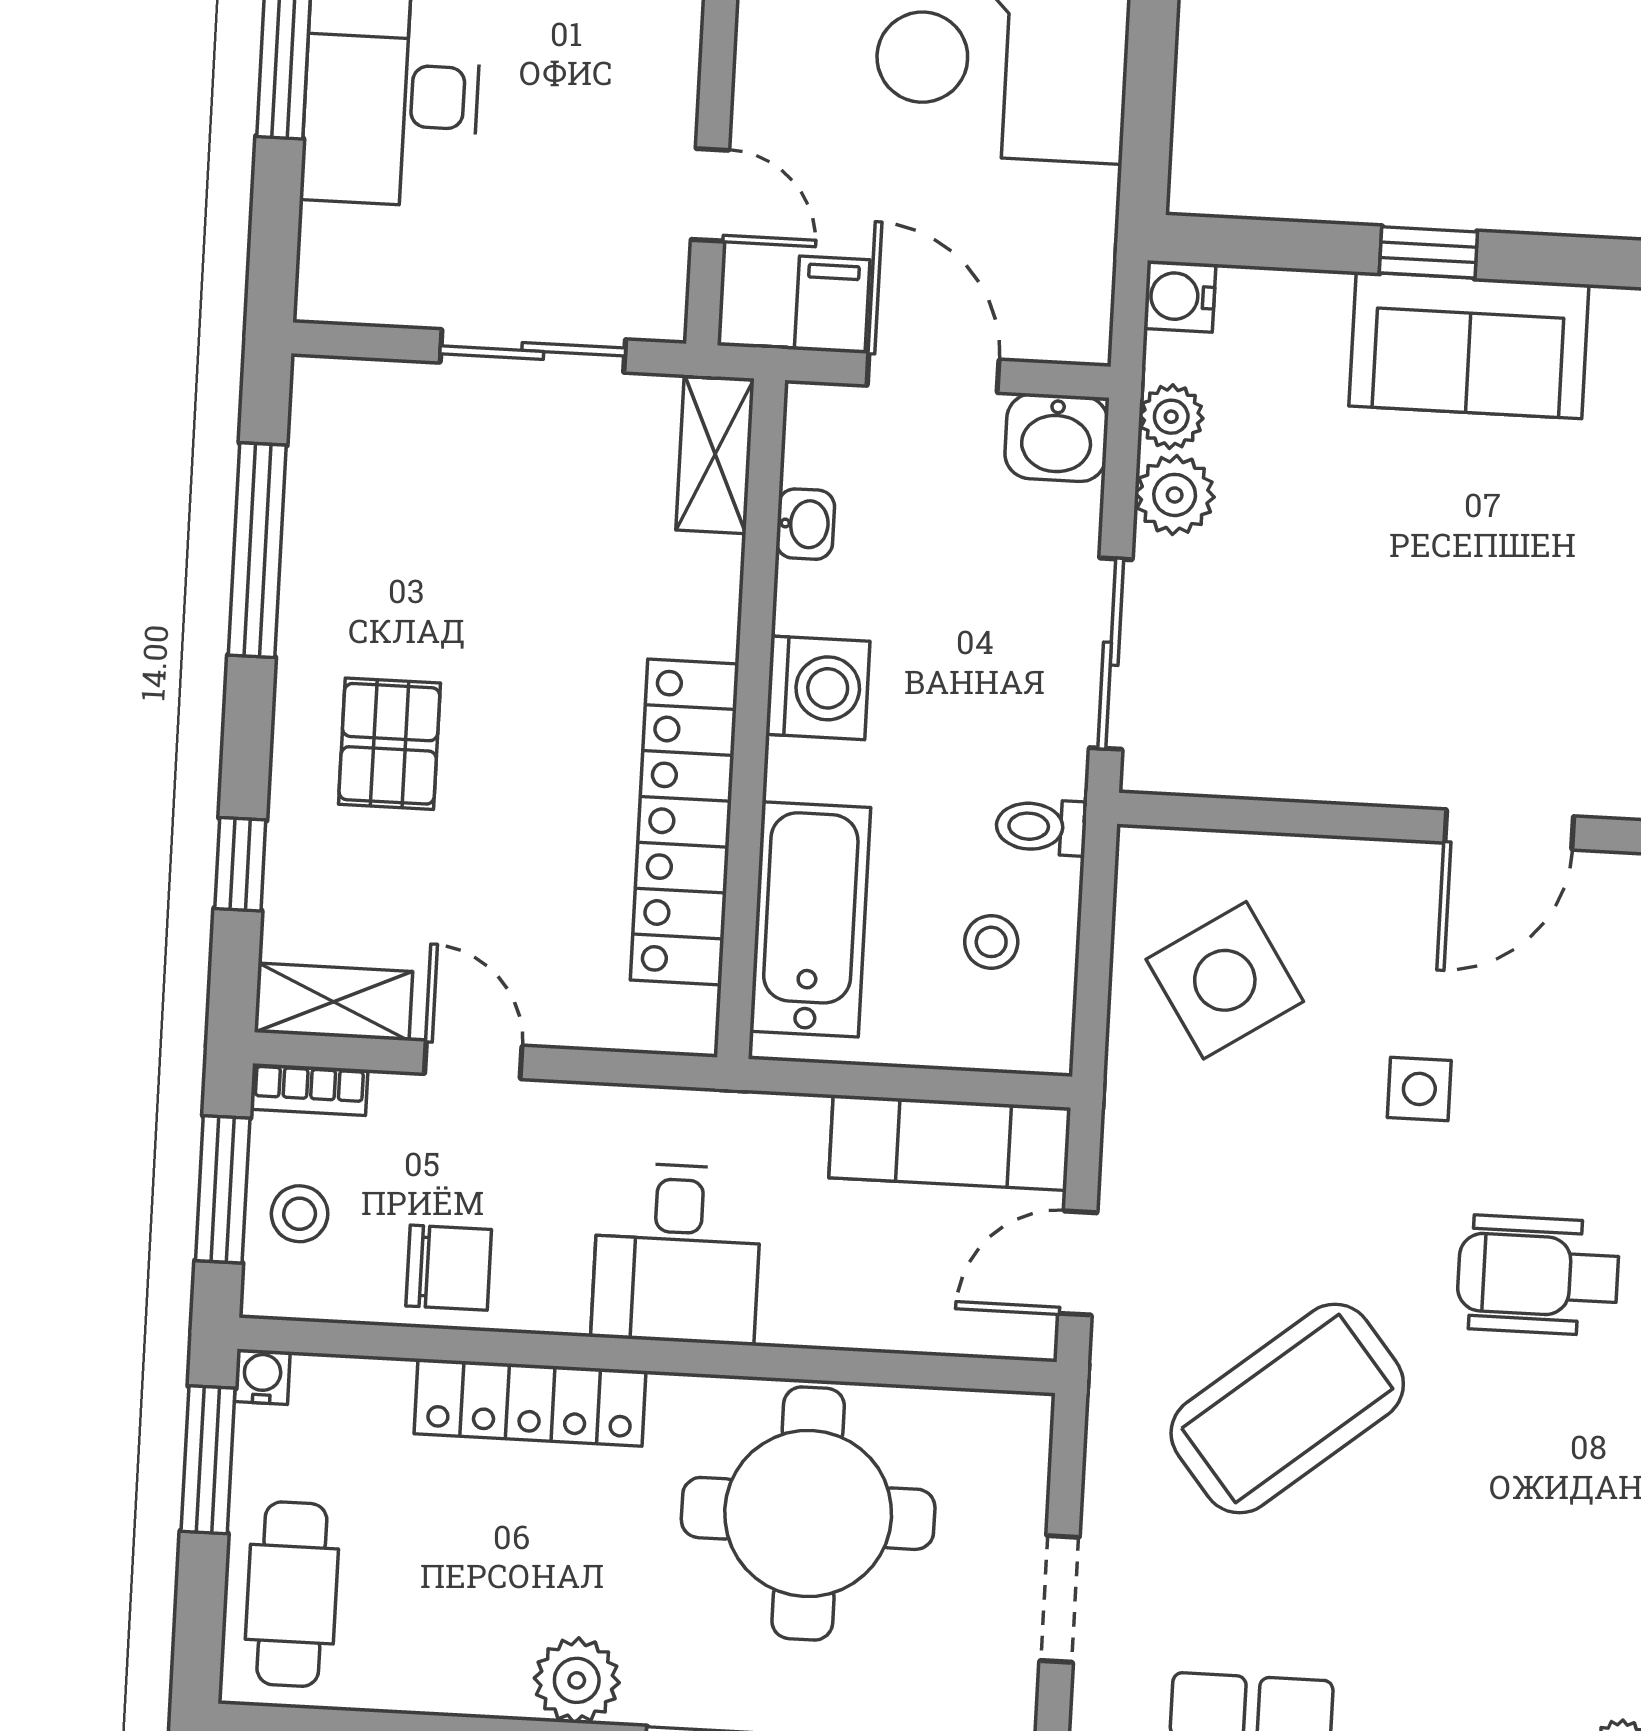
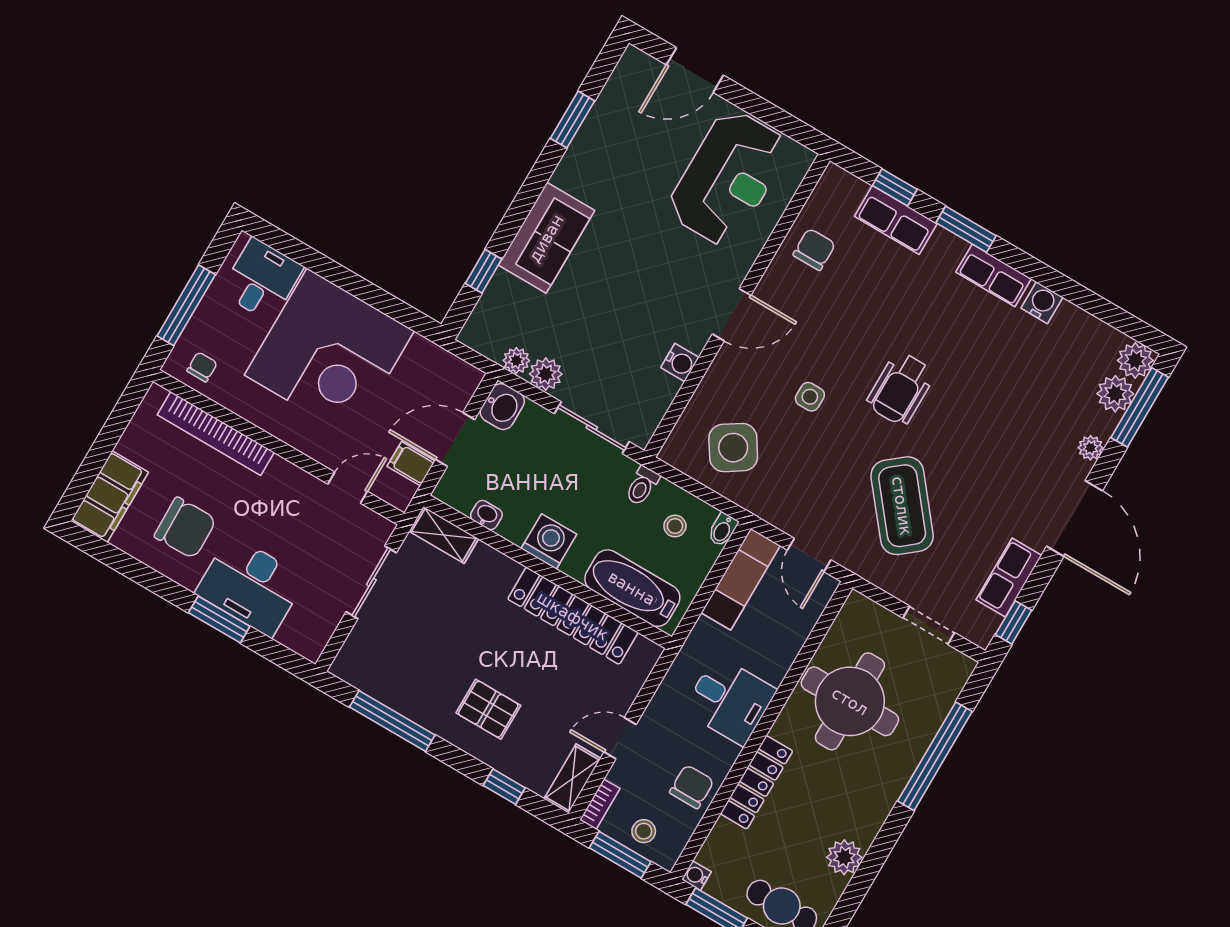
window: (1428, 252) -> (483, 271), moved
water cooler: (1180, 296) -> (680, 363), moved, turned -90
door: (1509, 829) -> (732, 315), hinge flipped
bidet: (1036, 1049) -> (723, 530), added
plant: (577, 1680) -> (844, 857), moved

